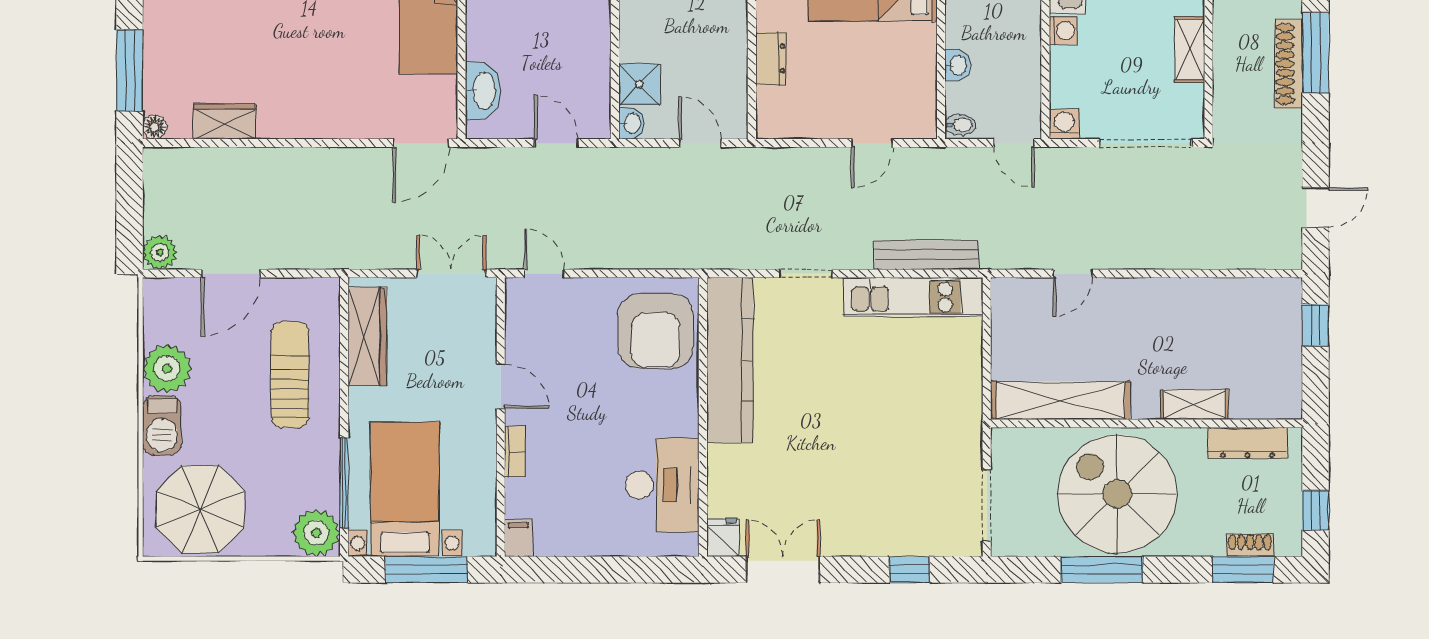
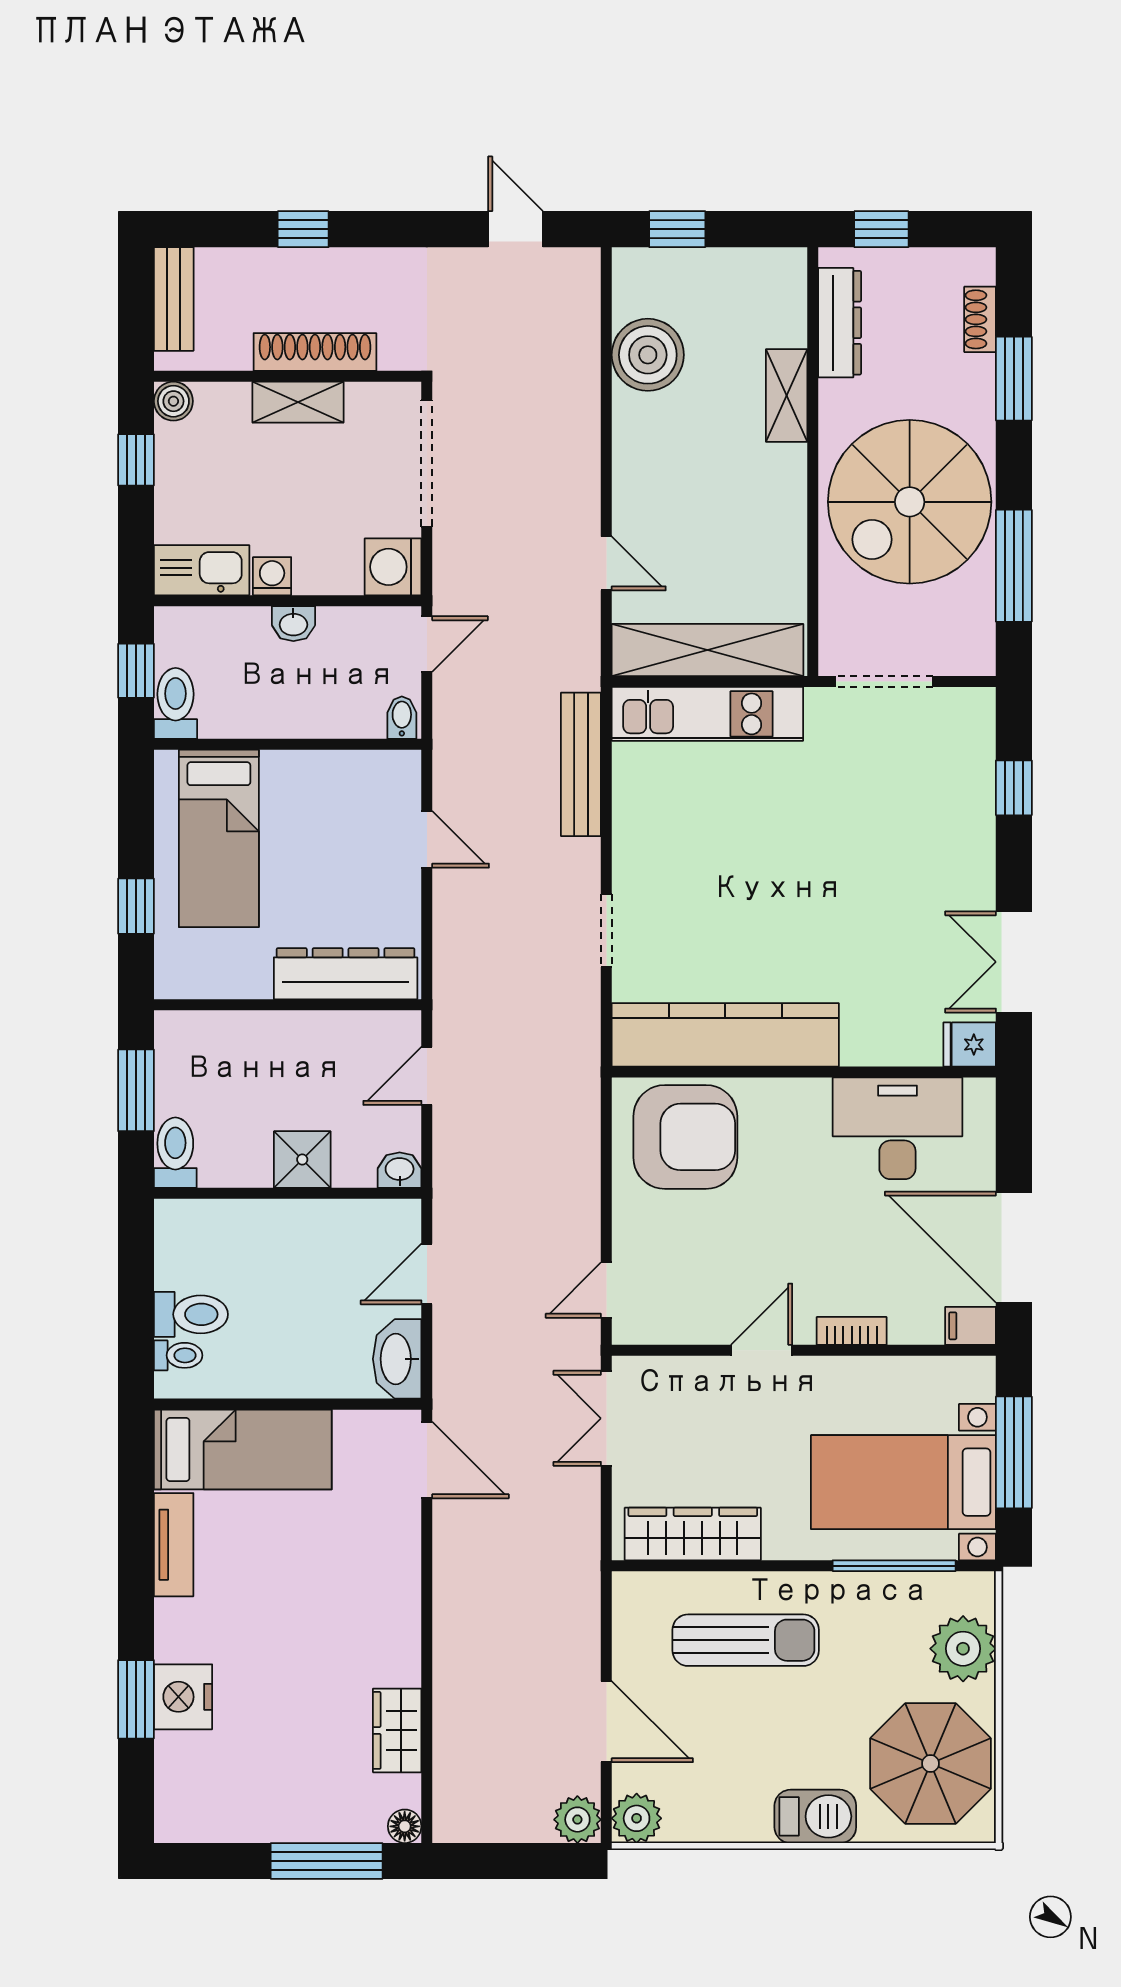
window: (1315, 53) -> (303, 229), width x0.46
dresser: (771, 58) -> (346, 974), width x1.96, depth x1.24
shoe rack: (1289, 64) -> (315, 352), moved, turned 180
washbasin: (958, 65) -> (293, 624), moved, turned 180
shower: (639, 84) -> (302, 1159), moved
washbasin: (483, 91) -> (397, 1359), moved, turned -90
washing machine: (1064, 124) -> (393, 567), width x1.38, depth x1.38
kitchen unit: (913, 297) -> (707, 714), moved, turned 90
boiler: (1224, 304) -> (648, 355), added
plant: (167, 368) -> (637, 1818), moved, width x0.73, depth x0.73
sun lounger: (290, 375) -> (746, 1640), turned 180
shelving: (1060, 401) -> (708, 650), moved, turned 90
doorway: (987, 506) -> (884, 682), moved
window: (1315, 510) -> (881, 229), moved
plant: (316, 533) -> (963, 1649), moved
door: (576, 570) -> (1014, 1247), added
window: (1102, 570) -> (1014, 566), moved
window: (1243, 570) -> (1014, 379), moved

